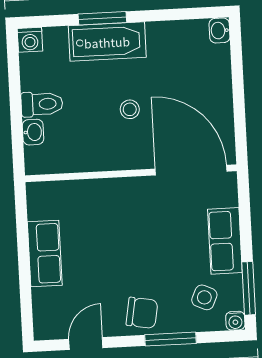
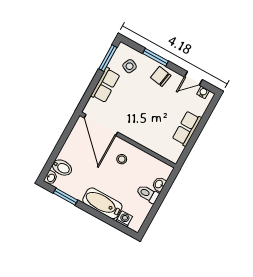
window: (102, 18) -> (65, 197), moved
washing machine: (30, 40) -> (124, 219), moved
bidet: (211, 59) -> (62, 168), added
stool: (130, 109) -> (122, 159), moved
water cooler: (235, 321) -> (203, 92), moved

